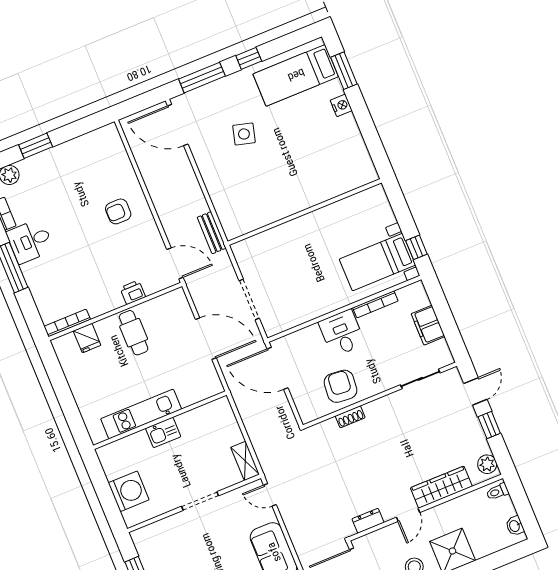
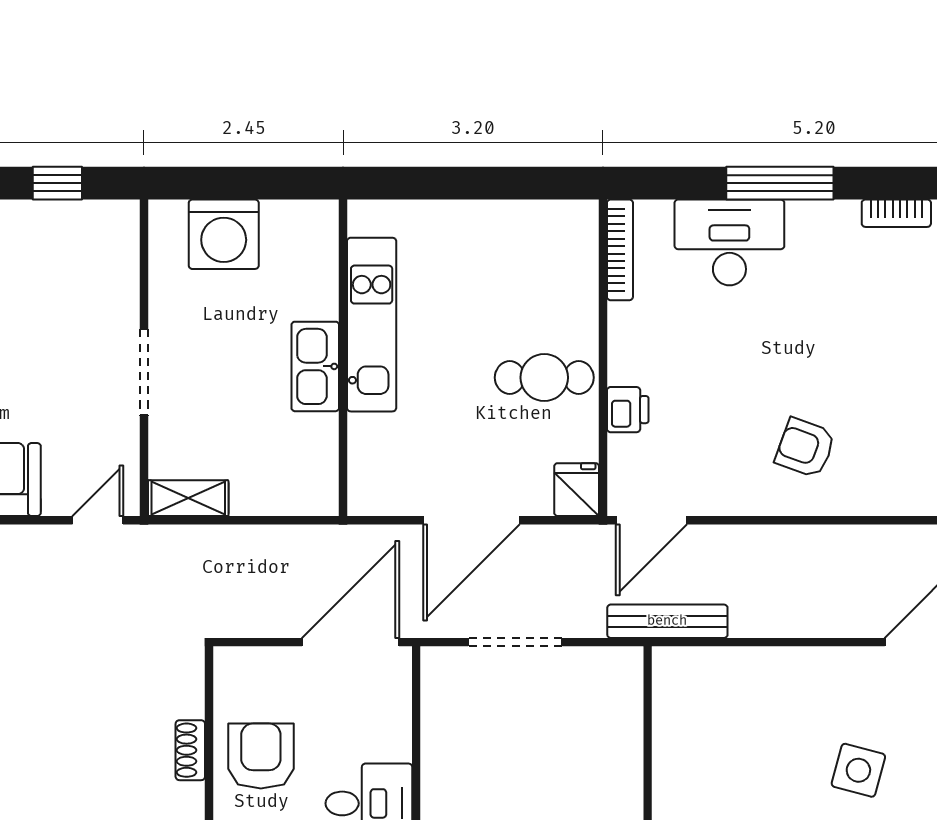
armchair: (118, 211) -> (805, 448), turned -70
bench: (212, 233) -> (667, 621), width x1.36
desk: (30, 241) -> (729, 242), moved, width x1.37
fridge: (87, 338) -> (577, 490), moved, turned 90
armchair: (340, 386) -> (261, 756), turned -95
kitchen sink: (163, 432) -> (315, 366), width x1.38

